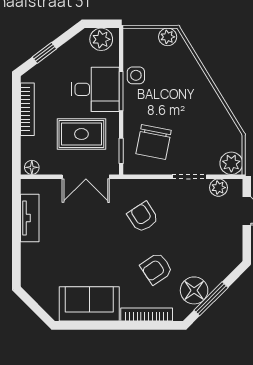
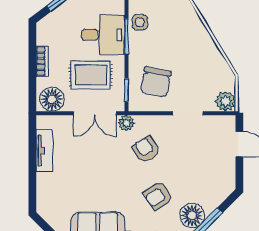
bookcase: (27, 109) -> (42, 61), width x0.64
floor lamp: (32, 167) -> (52, 99), width x1.89, depth x1.89
plant: (218, 188) -> (126, 123), moved

